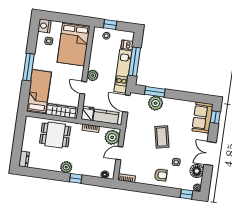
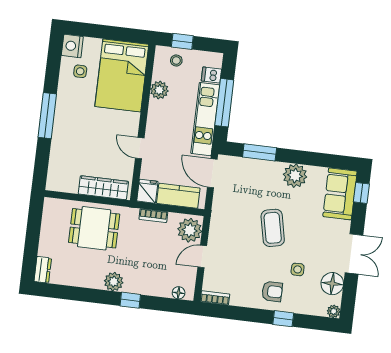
plant: (93, 75) -> (159, 90), moved
bed: (39, 92) -> (65, 157), removed
plant: (156, 103) -> (295, 176), moved
double door: (210, 154) -> (354, 254), swing flipped
window: (186, 194) -> (283, 319), moved

